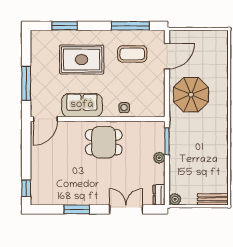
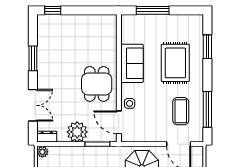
door: (45, 119) -> (119, 122), moved
plant: (159, 158) -> (77, 132), width x1.87, depth x1.87

